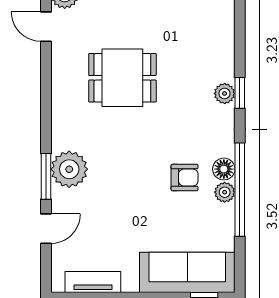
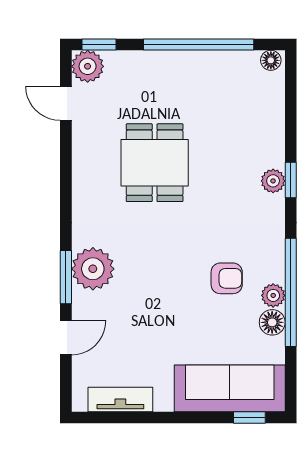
dining table: (122, 78) -> (155, 163), turned 90
floor lamp: (224, 169) -> (272, 322), moved

